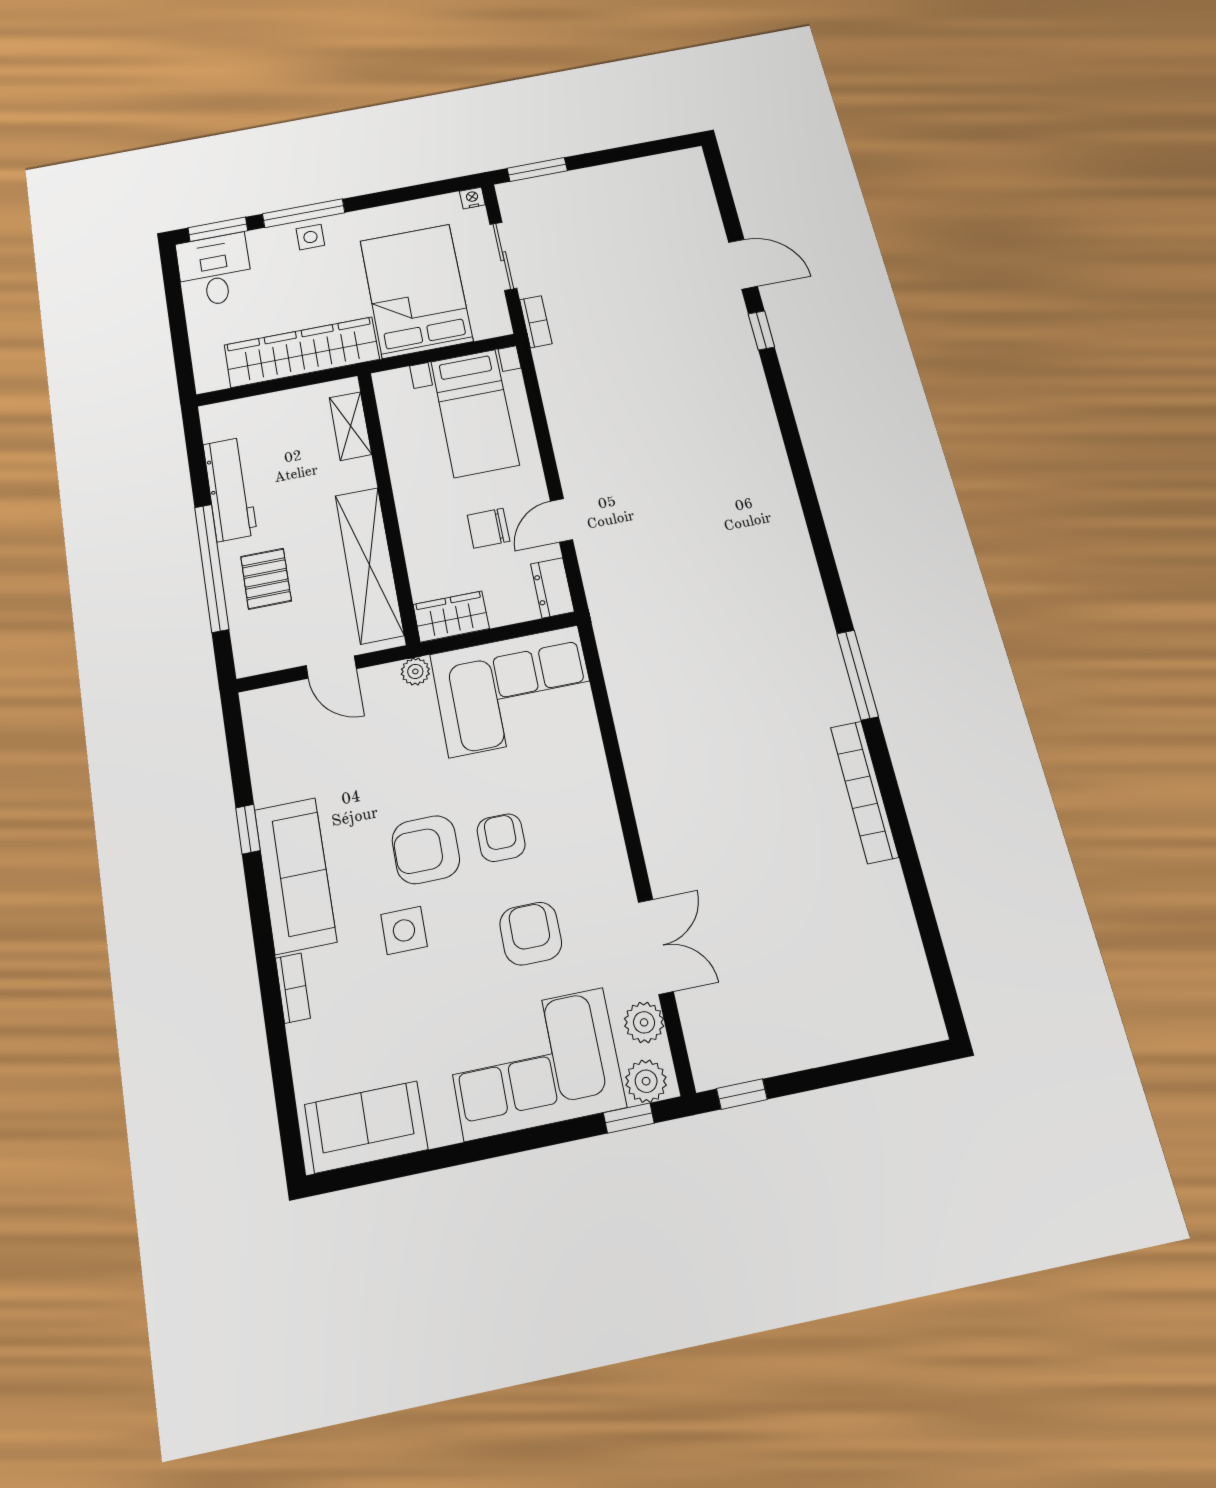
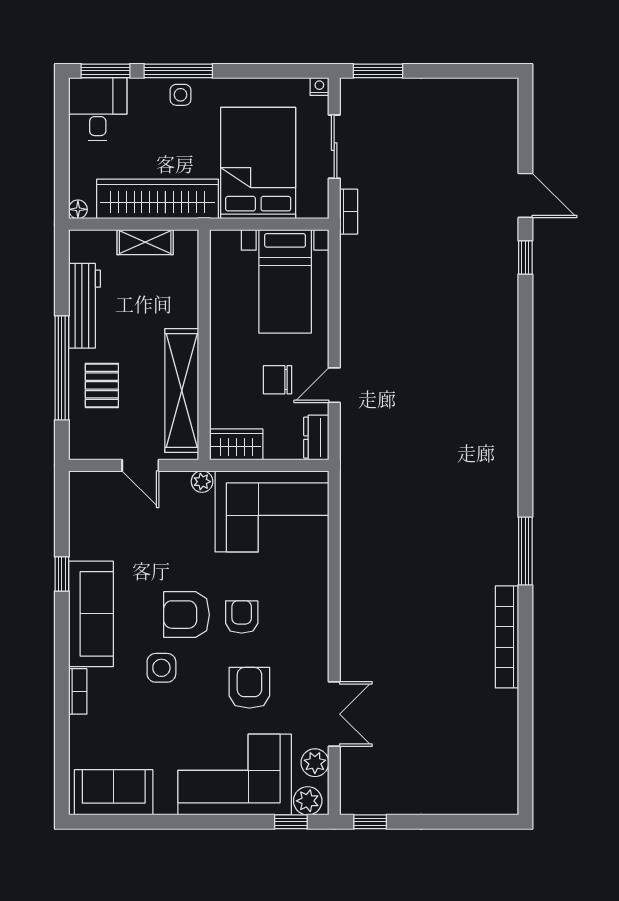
floor lamp: (206, 382) -> (78, 209), added
shelving: (350, 426) -> (145, 242), moved, turned 90

